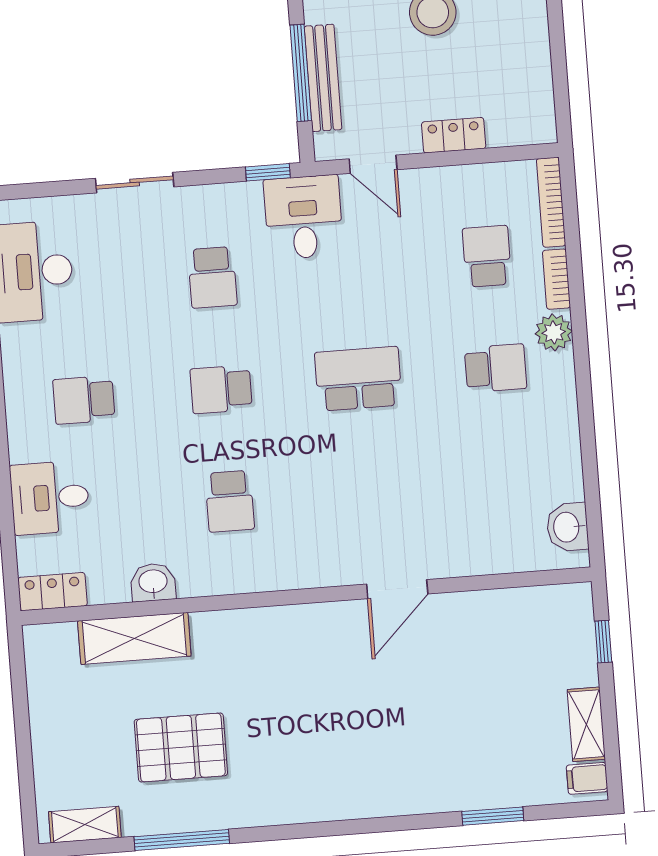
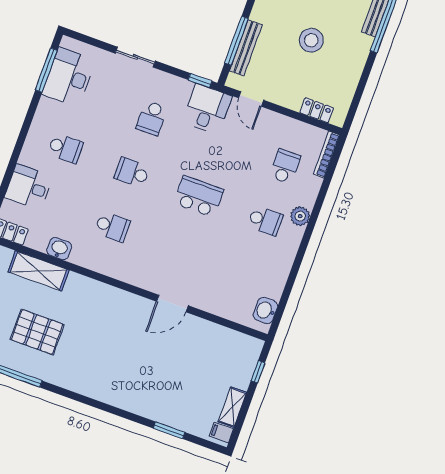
locker: (454, 135) -> (317, 110), moved
bookcase: (557, 279) -> (313, 192), removed
school desk: (84, 400) -> (65, 148), turned 180
school desk: (230, 501) -> (112, 227), turned -90

